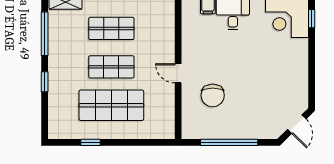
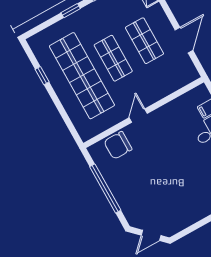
chair: (213, 95) -> (118, 145), moved
shop shelf: (111, 105) -> (82, 76), width x1.40

